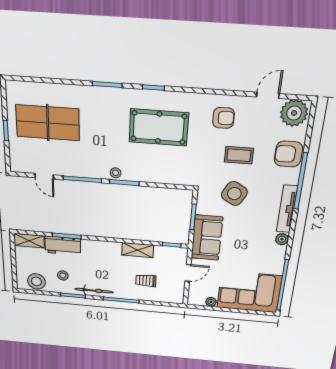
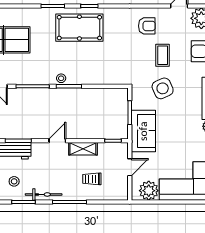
pool table: (159, 127) -> (79, 28), moved
coffee table: (239, 155) -> (163, 55), turned 90
side table: (234, 194) -> (163, 88), turned 37
door: (110, 240) -> (57, 141), added
plant: (211, 302) -> (149, 191), width x1.88, depth x1.88

